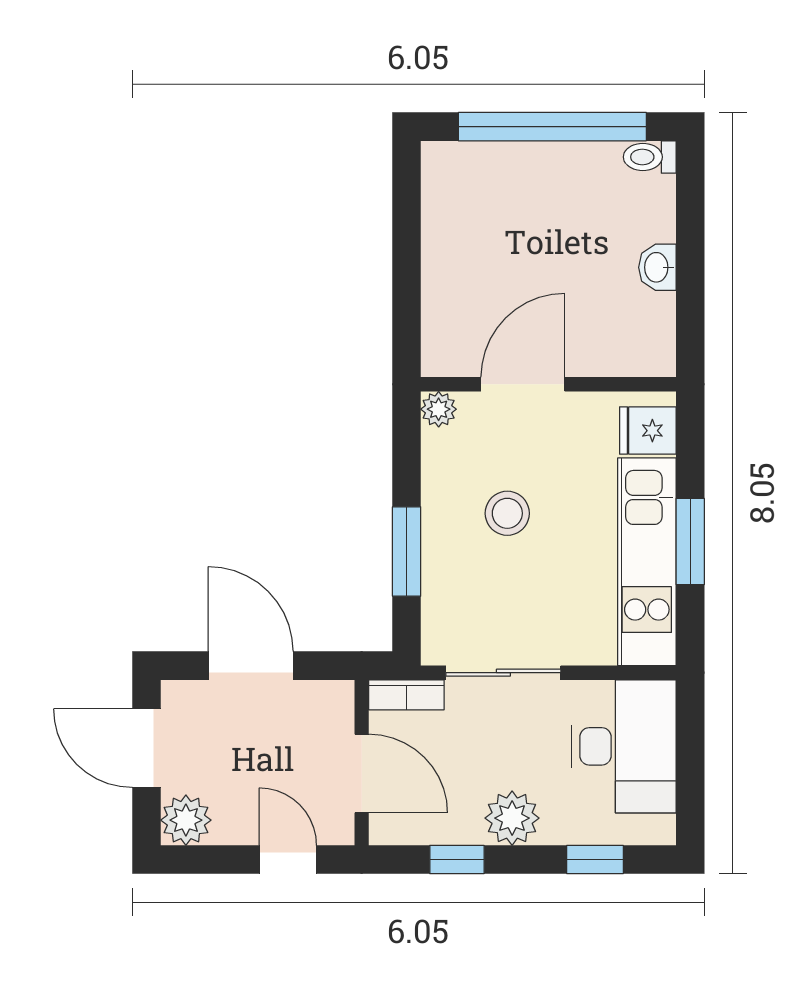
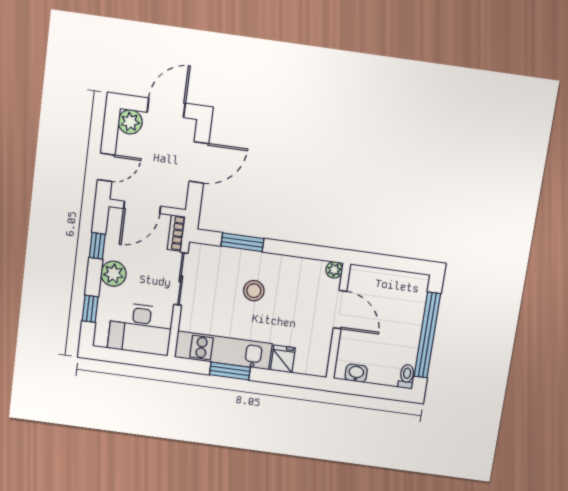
door: (523, 384) -> (340, 310), moved
wall: (548, 384) -> (338, 321), moved
plant: (439, 409) -> (334, 270), moved

